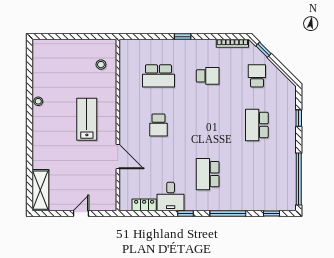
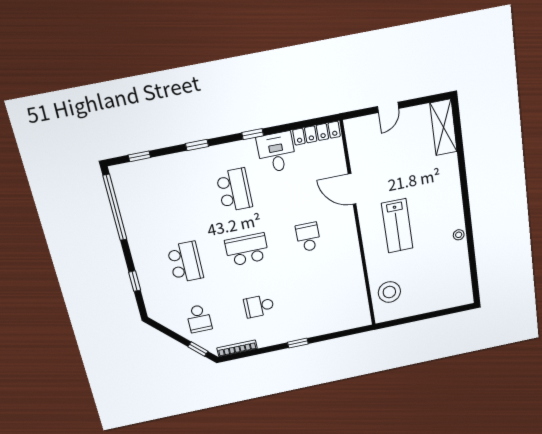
stool: (101, 65) -> (389, 292), width x1.89, depth x1.89
school desk: (158, 76) -> (247, 250), moved
locker: (144, 205) -> (317, 133), width x1.53
window: (228, 214) -> (197, 145), width x0.46

